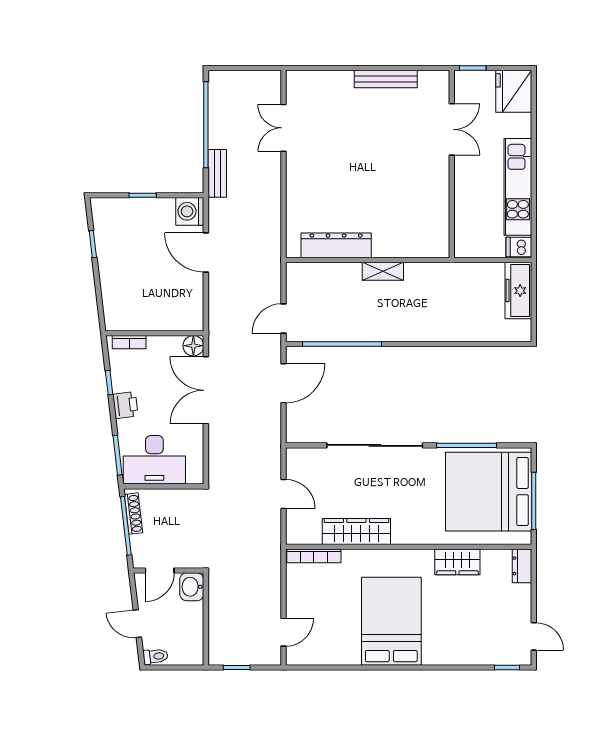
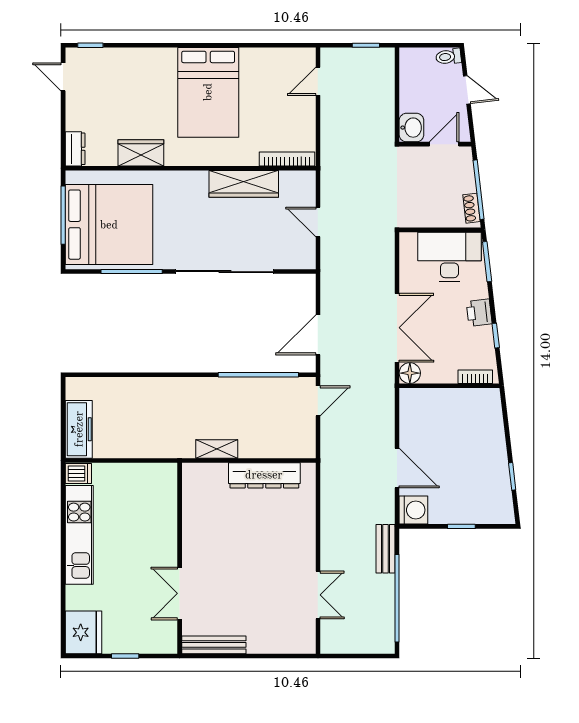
double door: (452, 129) -> (180, 593), moved
wall: (452, 164) -> (180, 558), moved
shoe rack: (133, 514) -> (472, 208), width x0.70

